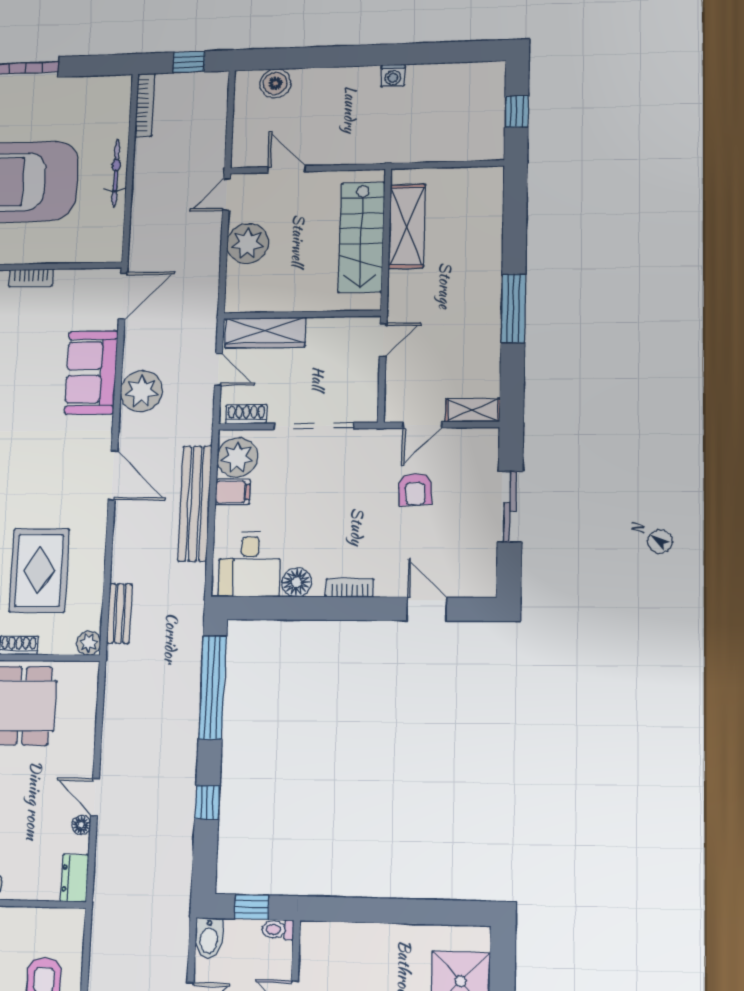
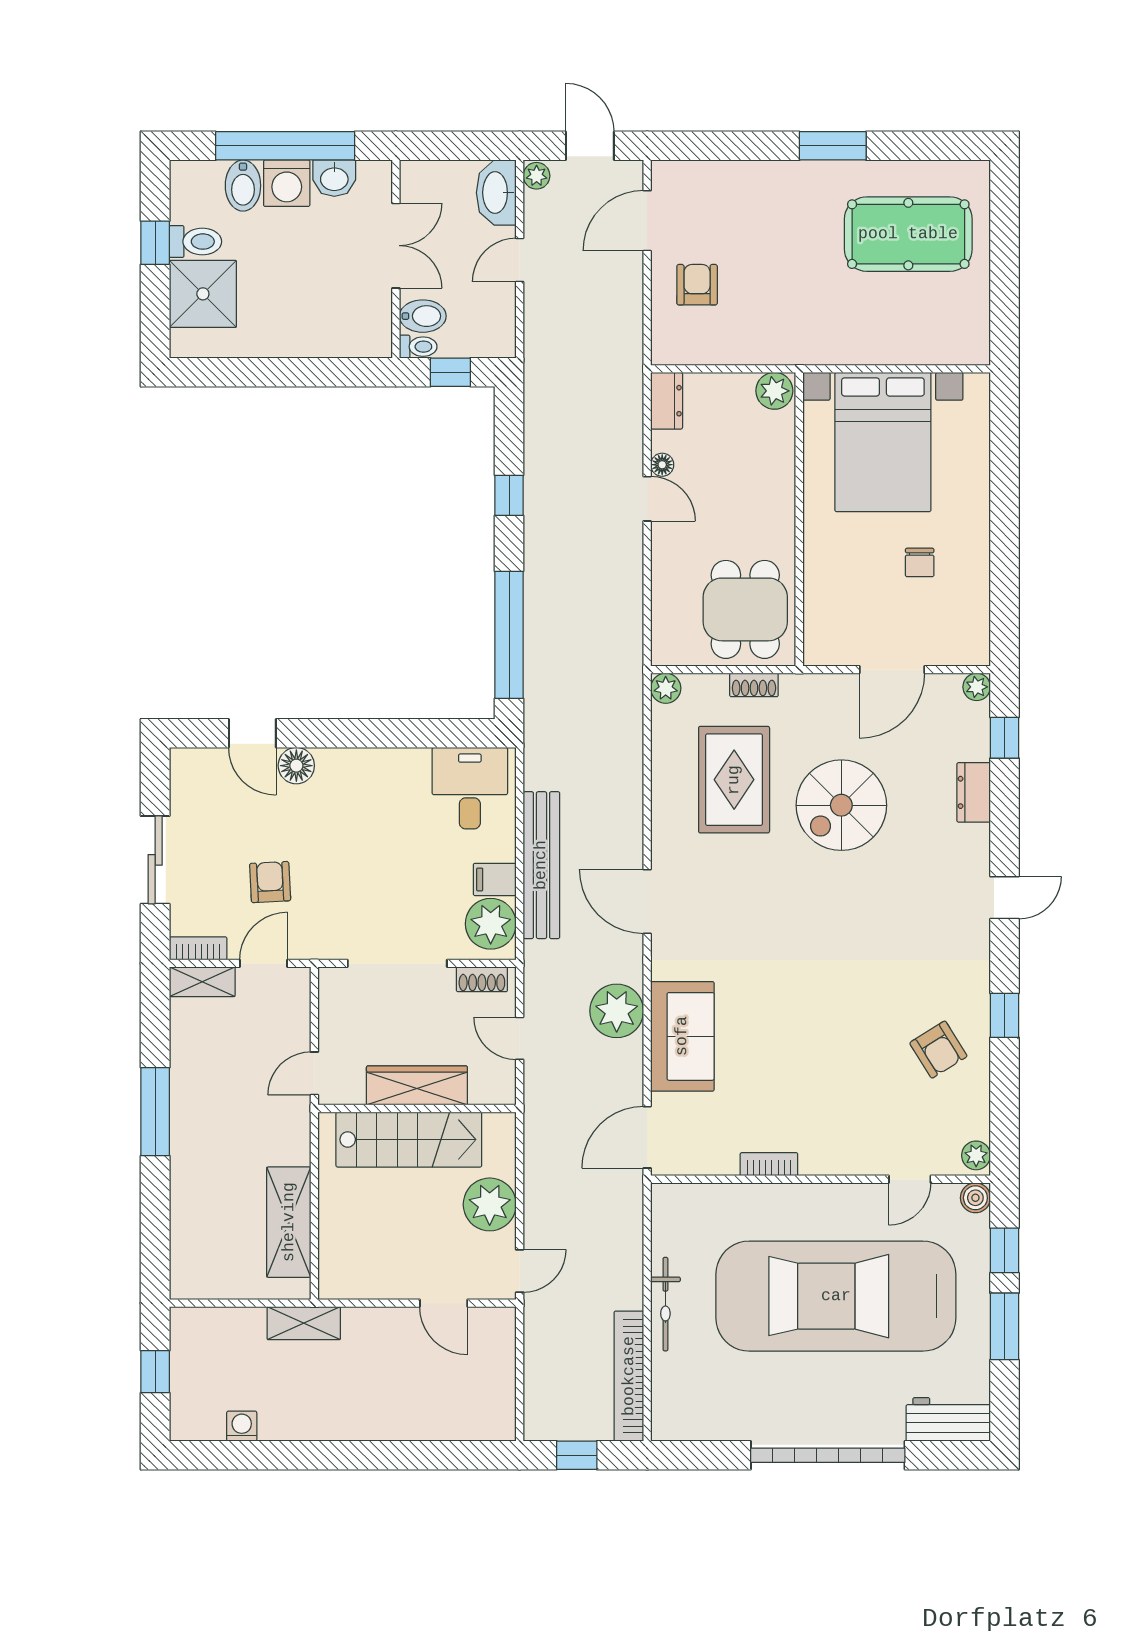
washing machine: (393, 76) -> (242, 1426), moved
boiler: (275, 83) -> (463, 1421), removed
bookcase: (145, 105) -> (629, 1376), width x1.48, depth x1.31
shelving: (397, 151) -> (304, 1323), added
stairs: (361, 237) -> (409, 1140), moved, turned 90
wardrobe: (265, 333) -> (417, 1085), moved
floor lamp: (297, 582) -> (296, 766), moved
bookcase: (350, 588) -> (198, 948), moved, turned 180
bench: (119, 614) -> (629, 726), removed
bidet: (209, 938) -> (423, 316), moved, turned 90

